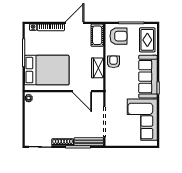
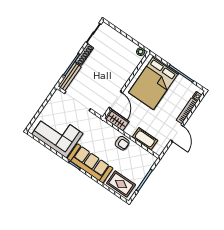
cot: (97, 35) -> (145, 139), moved
armchair: (118, 36) -> (141, 162), removed
wardrobe: (97, 68) -> (118, 120), moved
door: (82, 91) -> (116, 100), swing flipped

